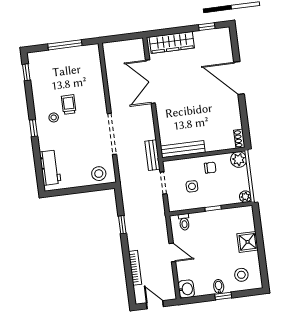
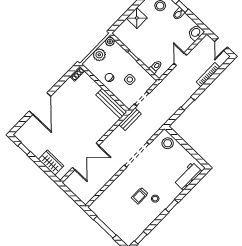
wardrobe: (172, 42) -> (51, 163), width x0.67
plant: (239, 159) -> (99, 55), moved

